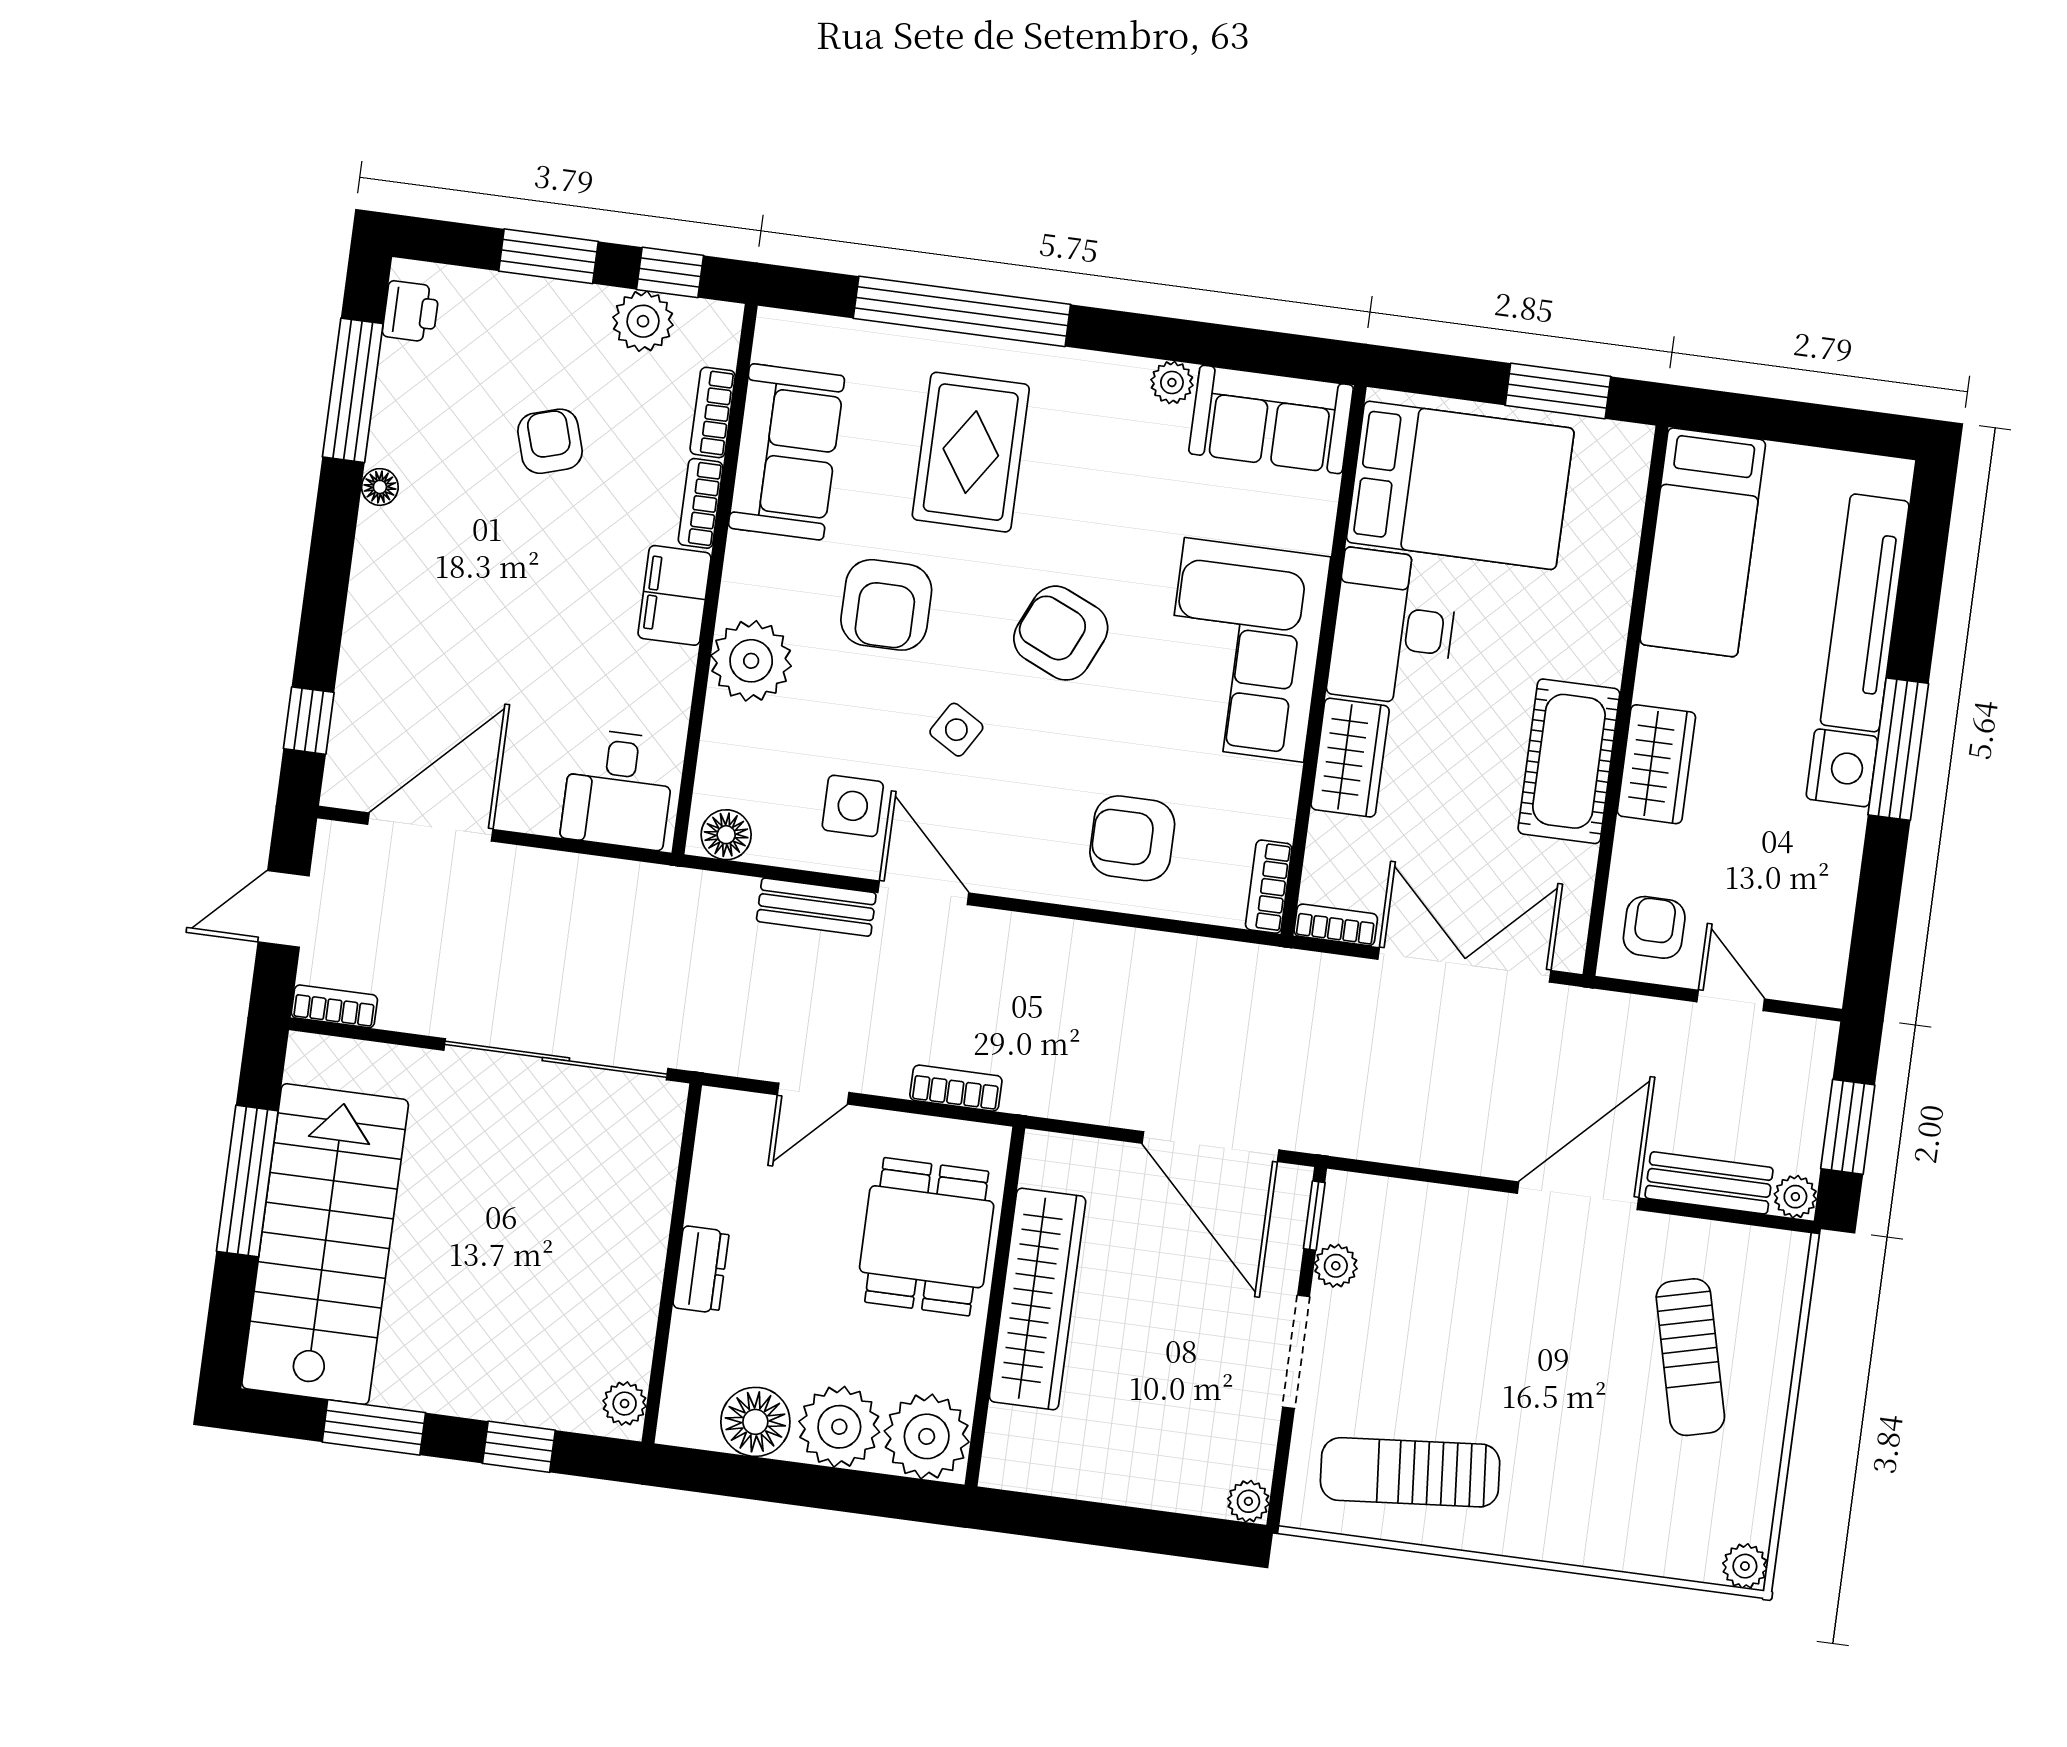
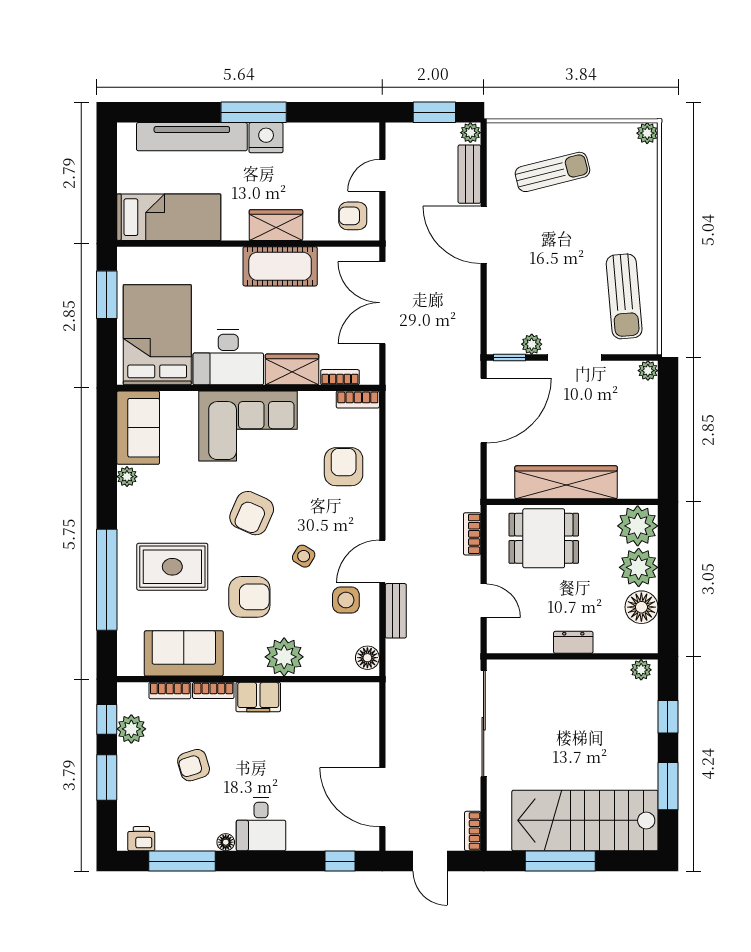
desk: (618, 789) -> (261, 824), moved, turned 90
armchair: (1132, 838) -> (344, 467), turned 180
bookcase: (1336, 925) -> (340, 377), moved, turned 90

